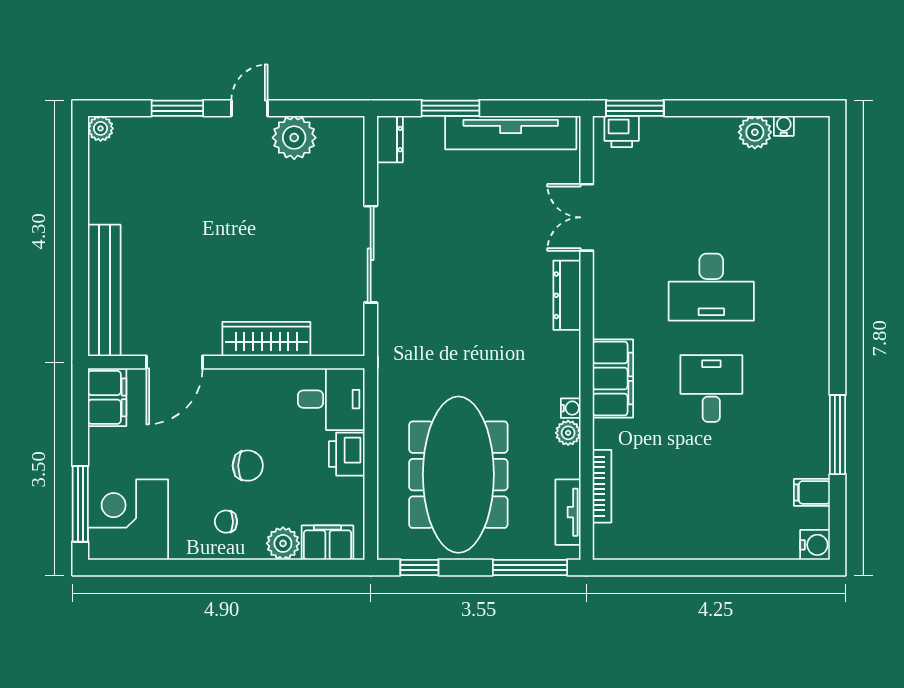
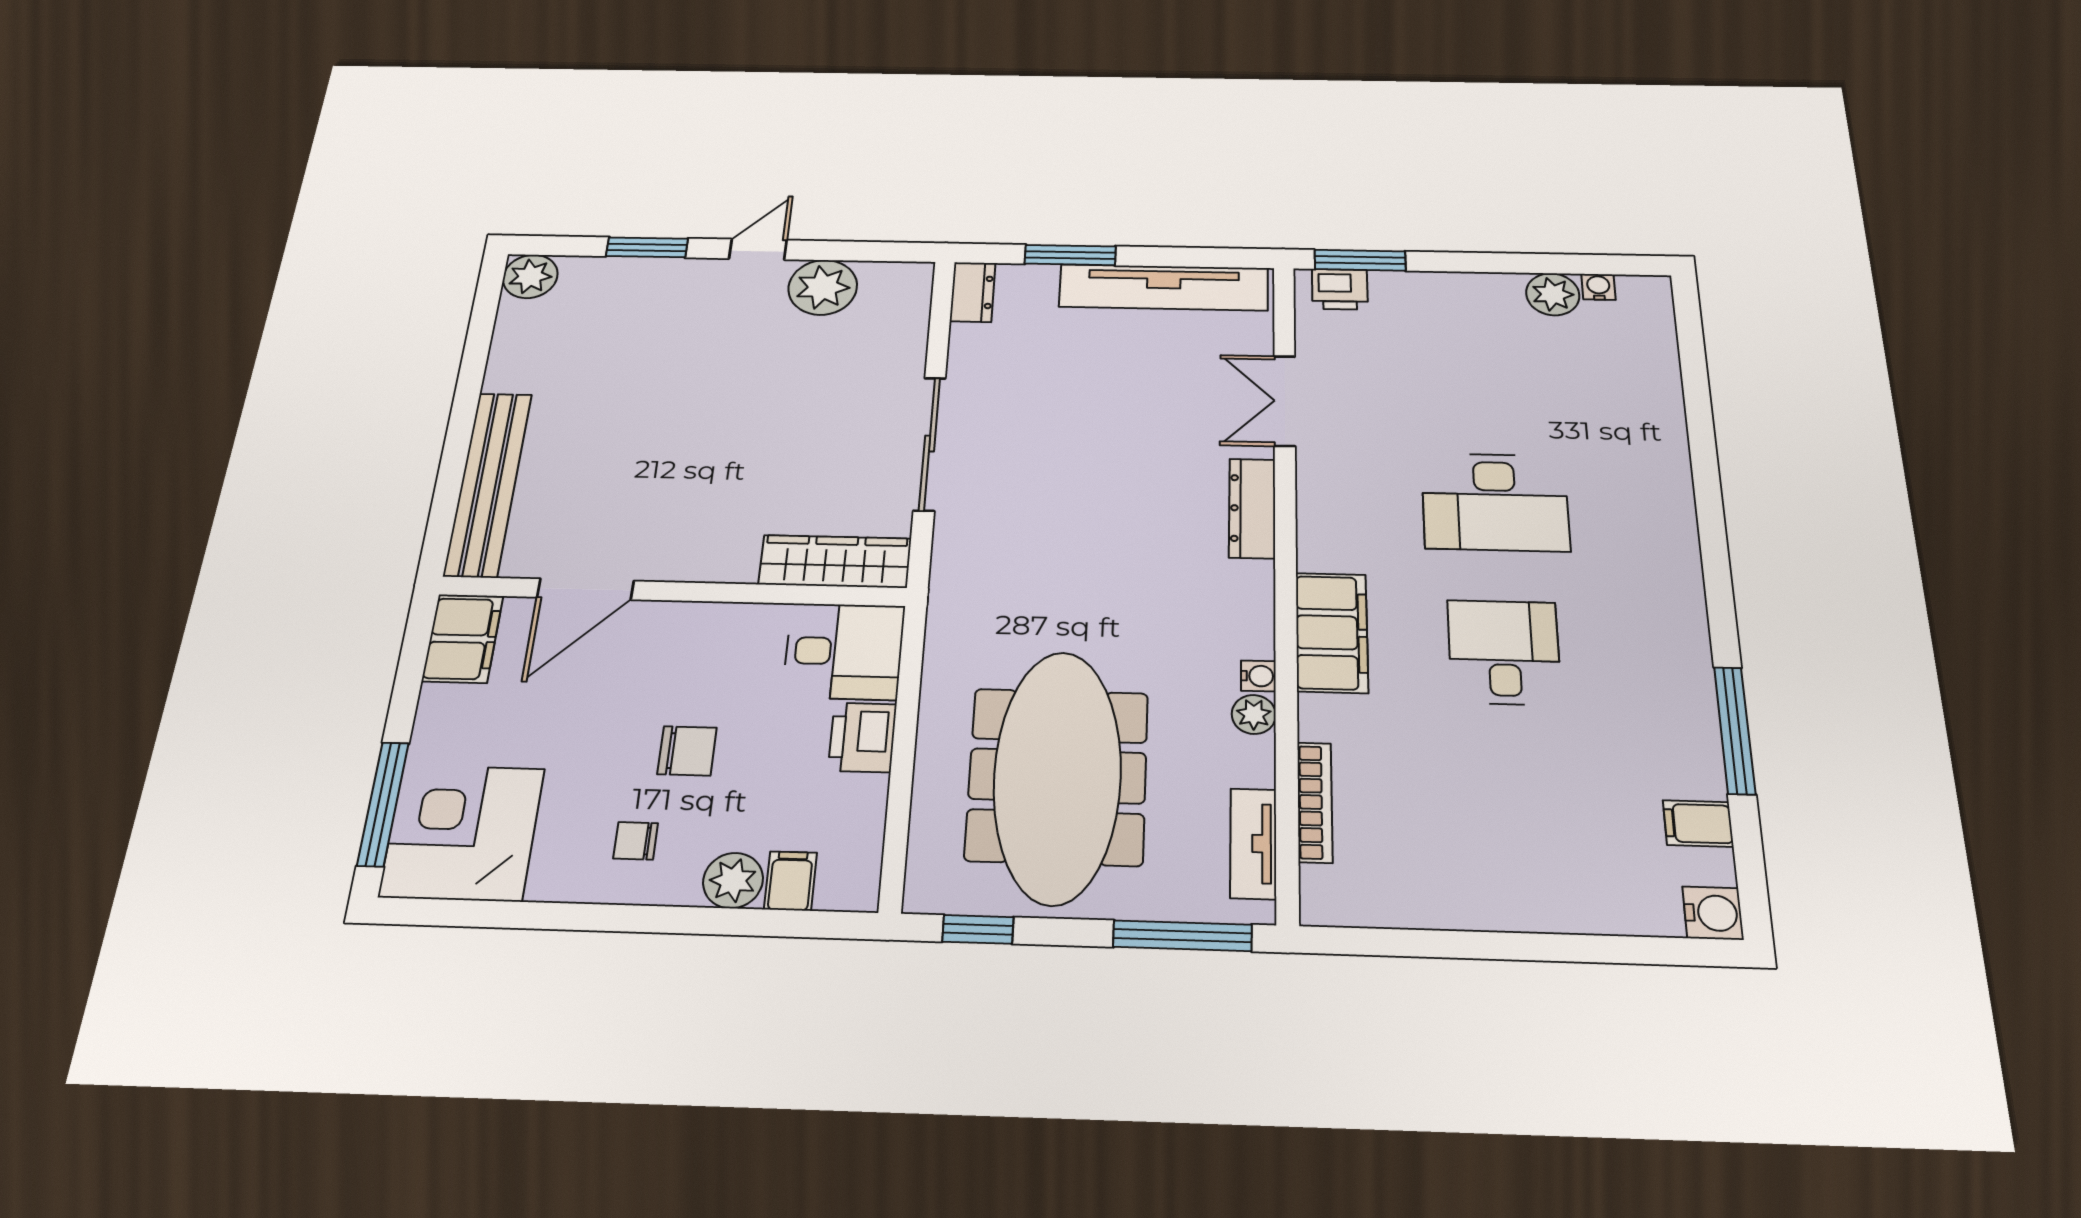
plant: (101, 128) -> (530, 276), width x1.38, depth x1.38
wardrobe: (266, 339) -> (835, 561), moved
filing cabinet: (328, 543) -> (790, 881), width x0.50

